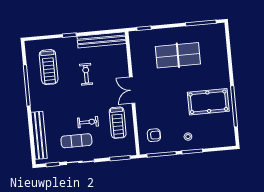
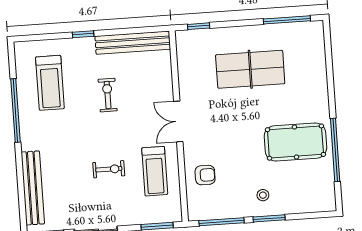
armchair: (154, 135) -> (205, 175), moved
exercise mat: (76, 141) -> (90, 198), removed

